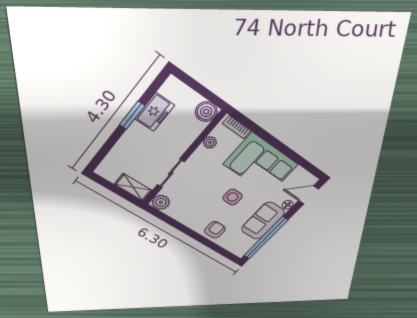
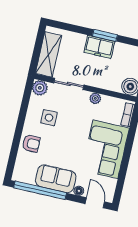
freezer: (155, 112) -> (99, 47), moved
plant: (210, 142) -> (95, 98), moved
shelving: (133, 187) -> (49, 54), width x1.50, depth x1.33
side table: (233, 197) -> (49, 118), moved

